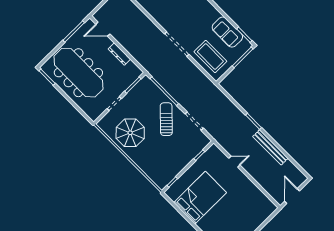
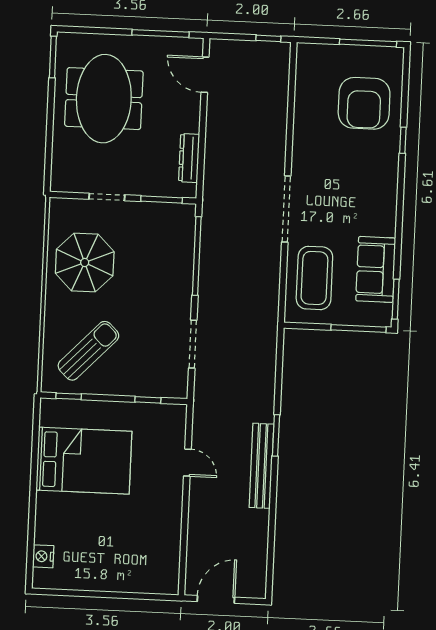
dresser: (119, 54) -> (189, 158), moved
meeting table: (78, 73) -> (104, 99), width x0.73
sun lounger: (166, 119) -> (88, 351), moved
bench: (270, 147) -> (261, 466), moved

